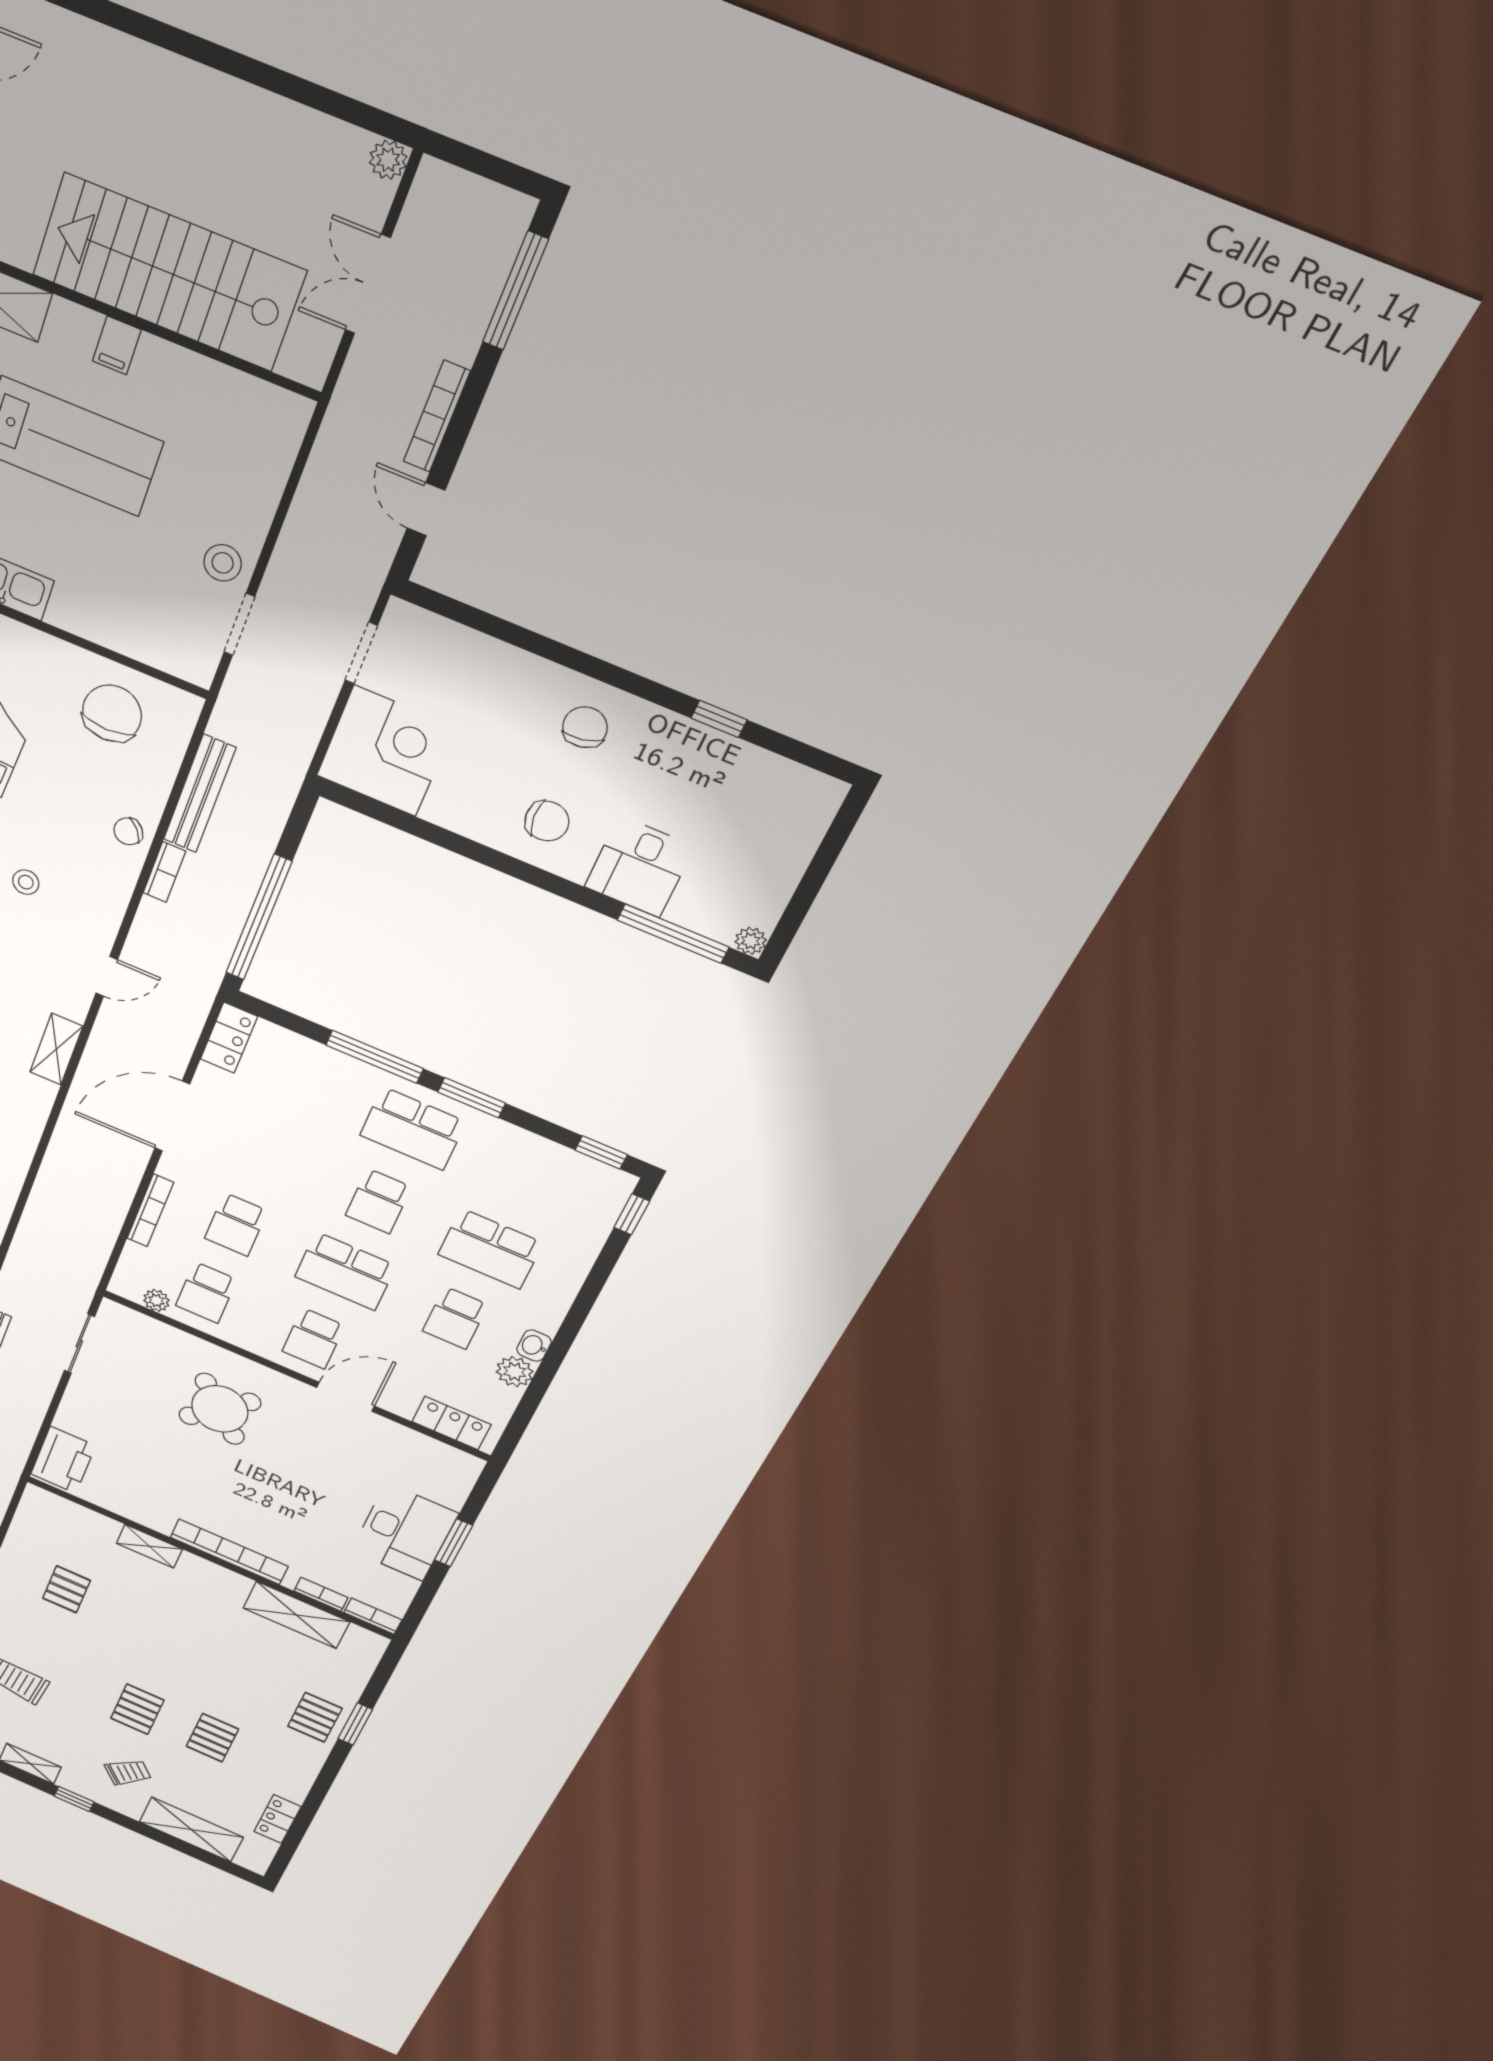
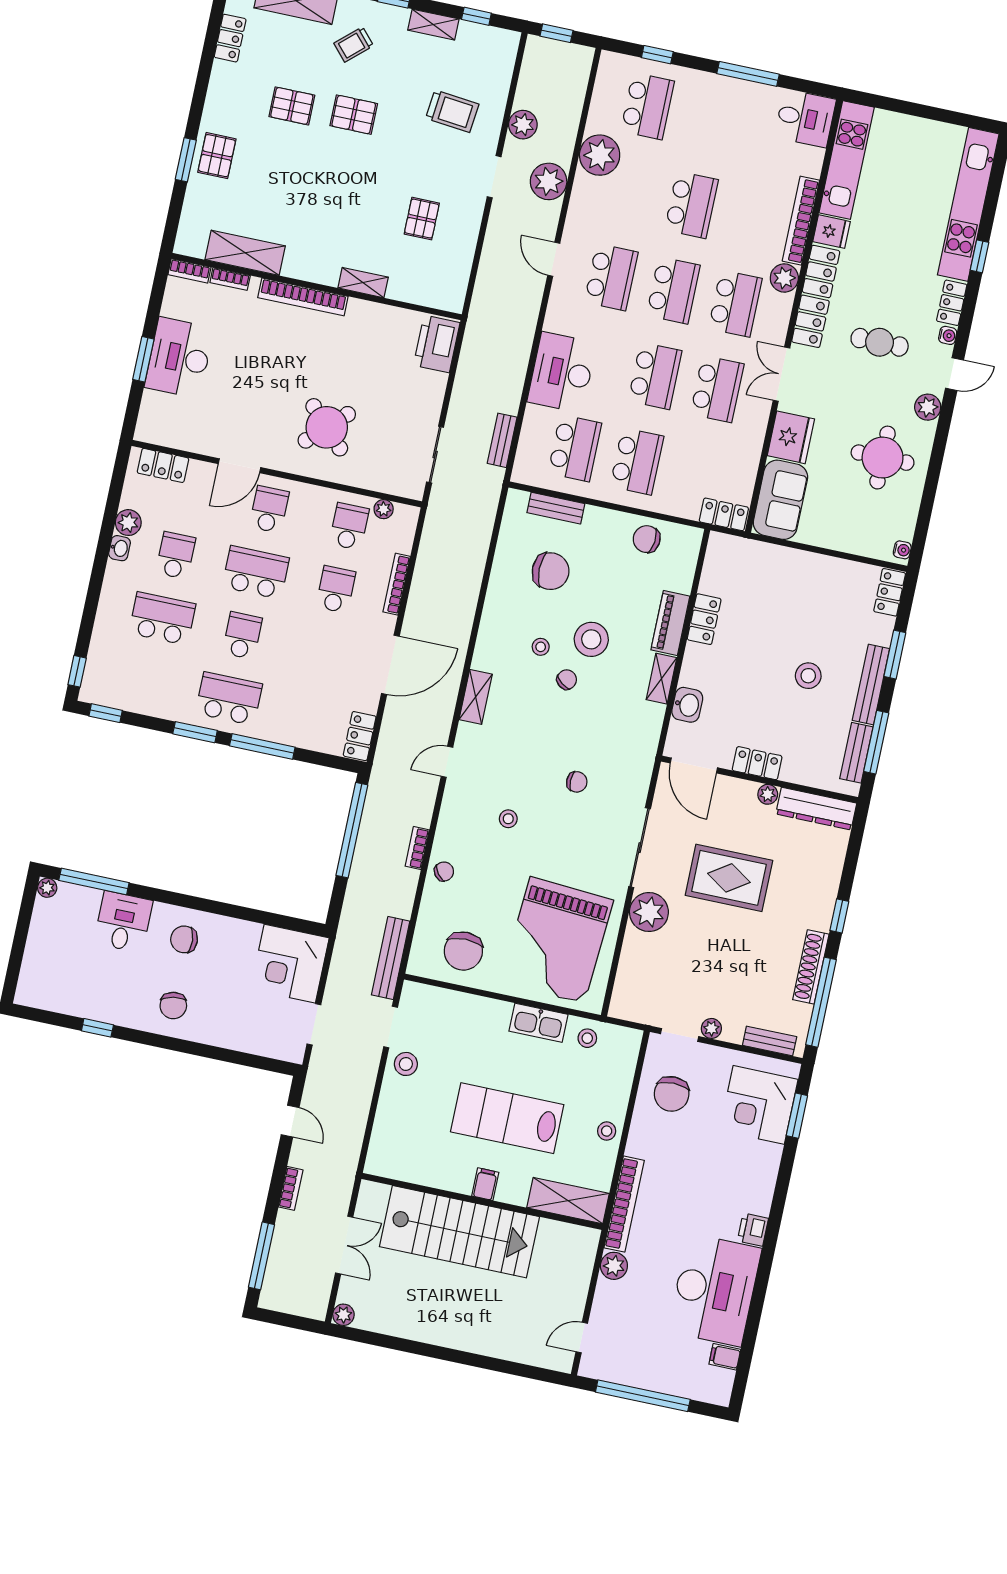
bookcase: (437, 416) -> (291, 1188), width x0.64
bench: (200, 794) -> (391, 958), moved
pallet: (137, 1709) -> (354, 115), turned 90
pallet: (212, 1738) -> (292, 106), turned 90

